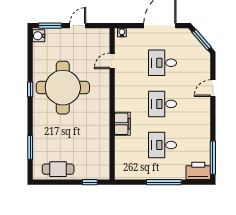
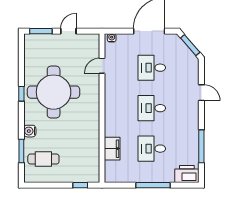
water cooler: (39, 36) -> (30, 131), moved
door: (213, 88) -> (201, 93), swing flipped
filing cabinet: (122, 124) -> (112, 149), moved
window: (213, 158) -> (201, 146), moved
cafe table: (58, 169) -> (43, 159), moved

